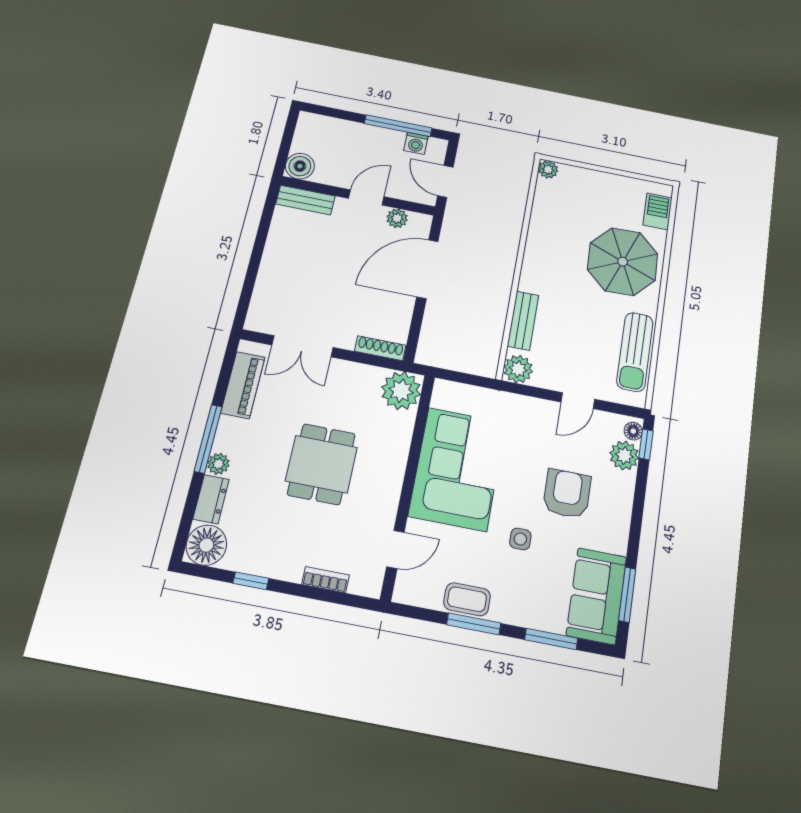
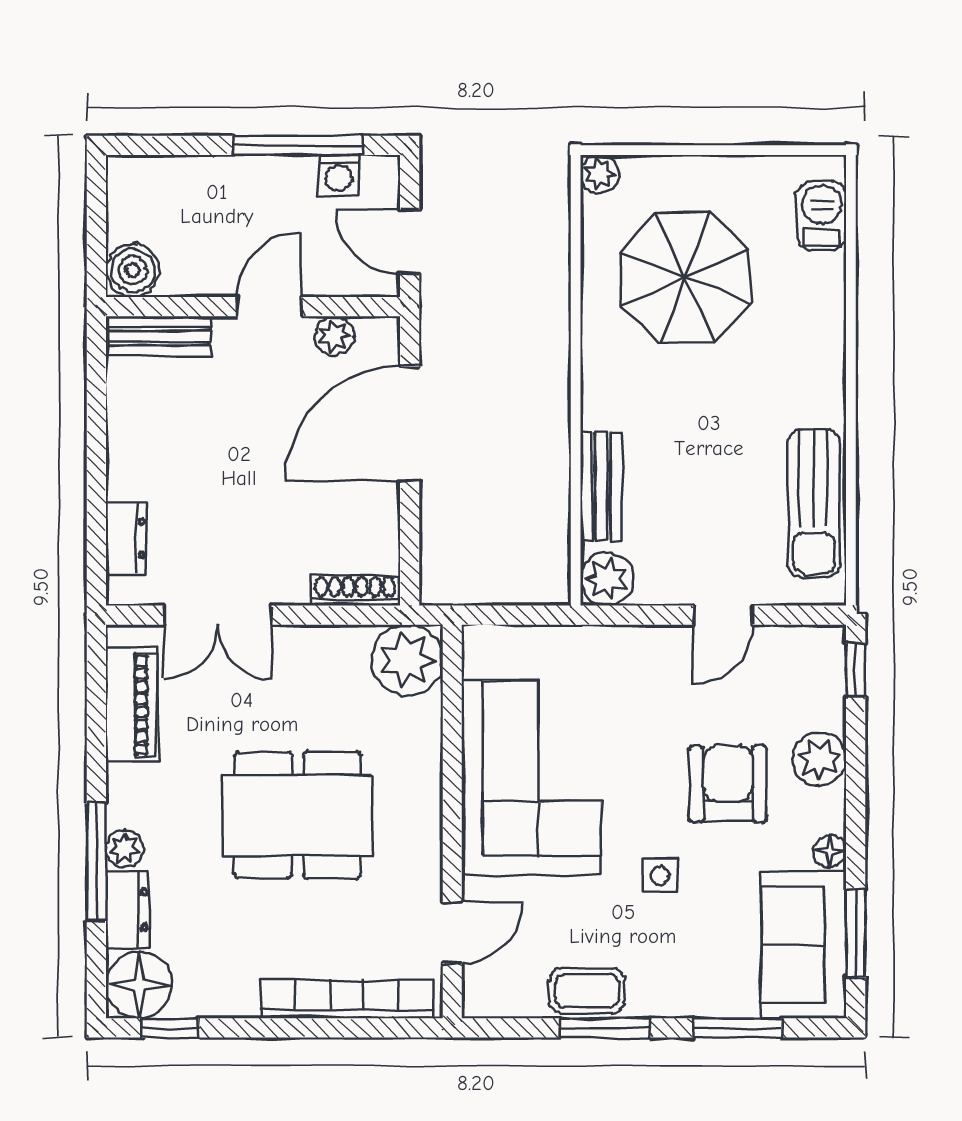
parasol: (623, 262) -> (685, 277), moved
dresser: (263, 297) -> (126, 538), added
floor lamp: (633, 431) -> (830, 851), moved
window: (208, 439) -> (96, 861), moved
plant: (624, 455) -> (819, 759), moved
dining table: (321, 464) -> (297, 815), width x1.38
bookcase: (325, 580) -> (347, 999), width x2.31, depth x1.31
window: (251, 581) -> (170, 1028), moved

